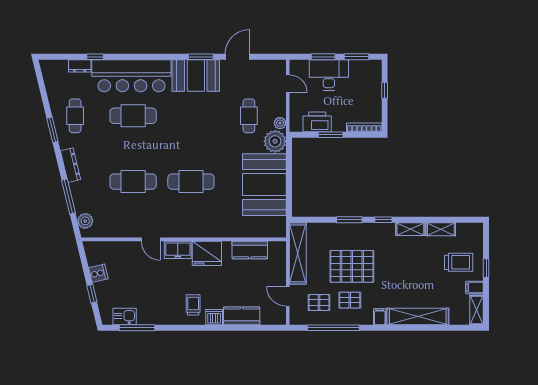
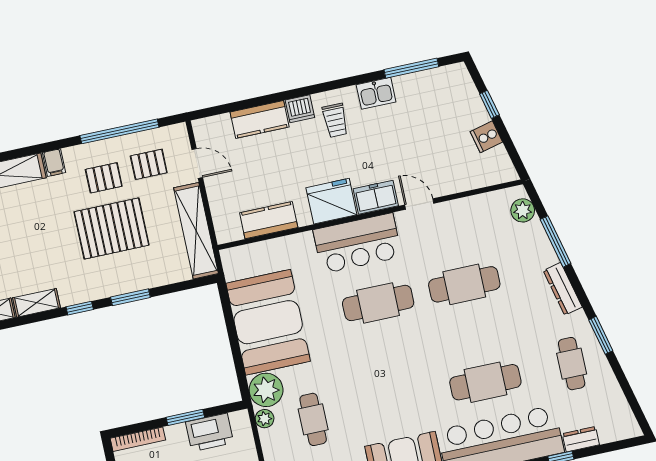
bar counter: (196, 223) -> (357, 243), added
kitchen sink: (125, 317) -> (376, 93), moved

